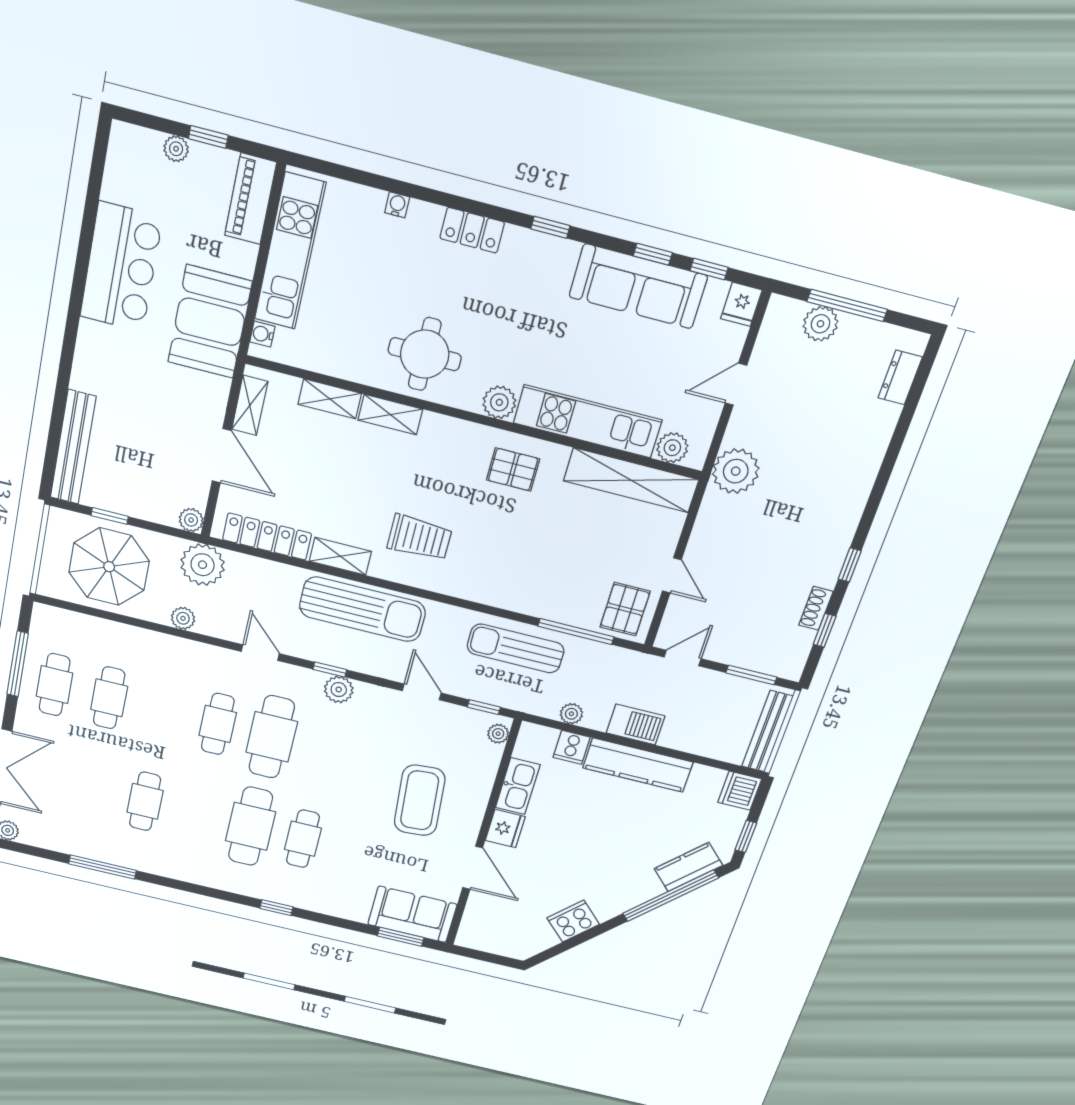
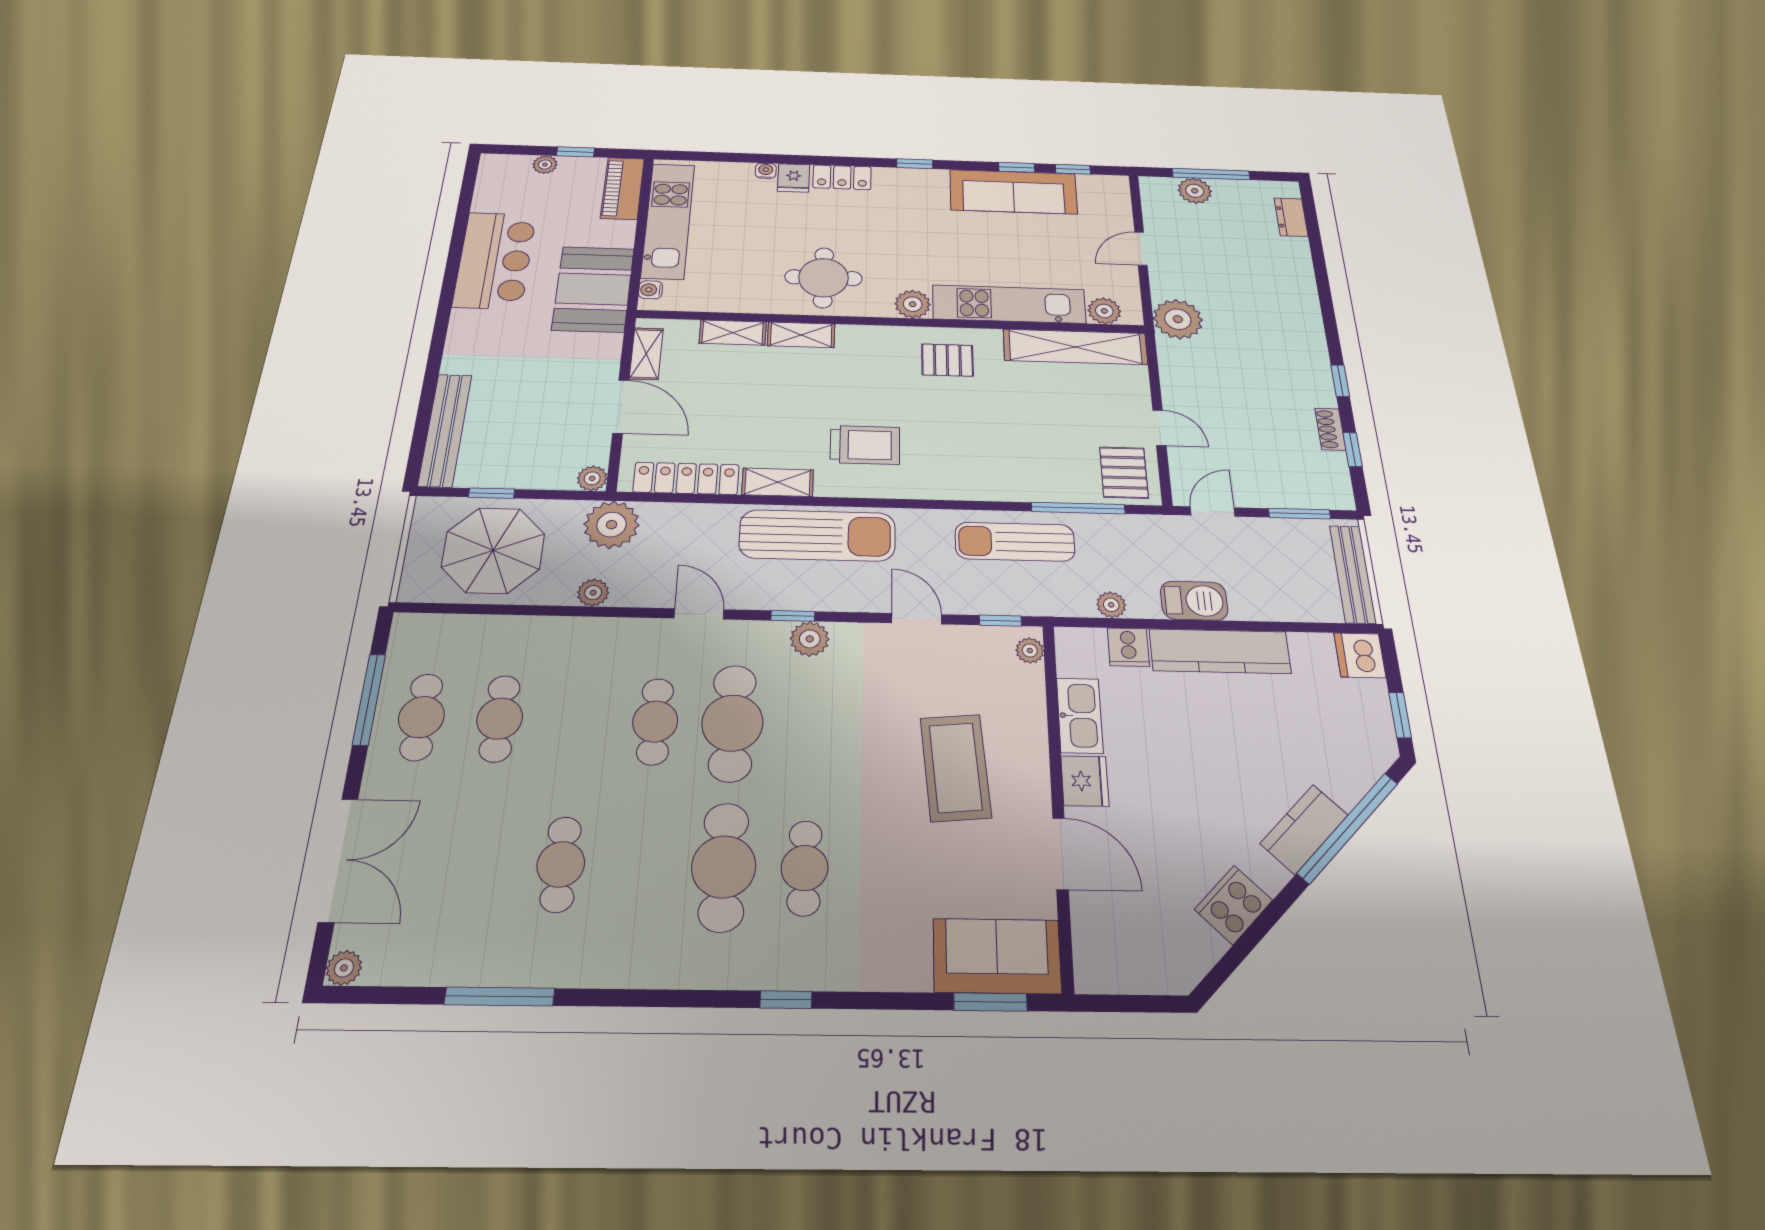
fridge: (741, 304) -> (794, 178), moved
kitchen counter: (688, 867) -> (1304, 829), moved

